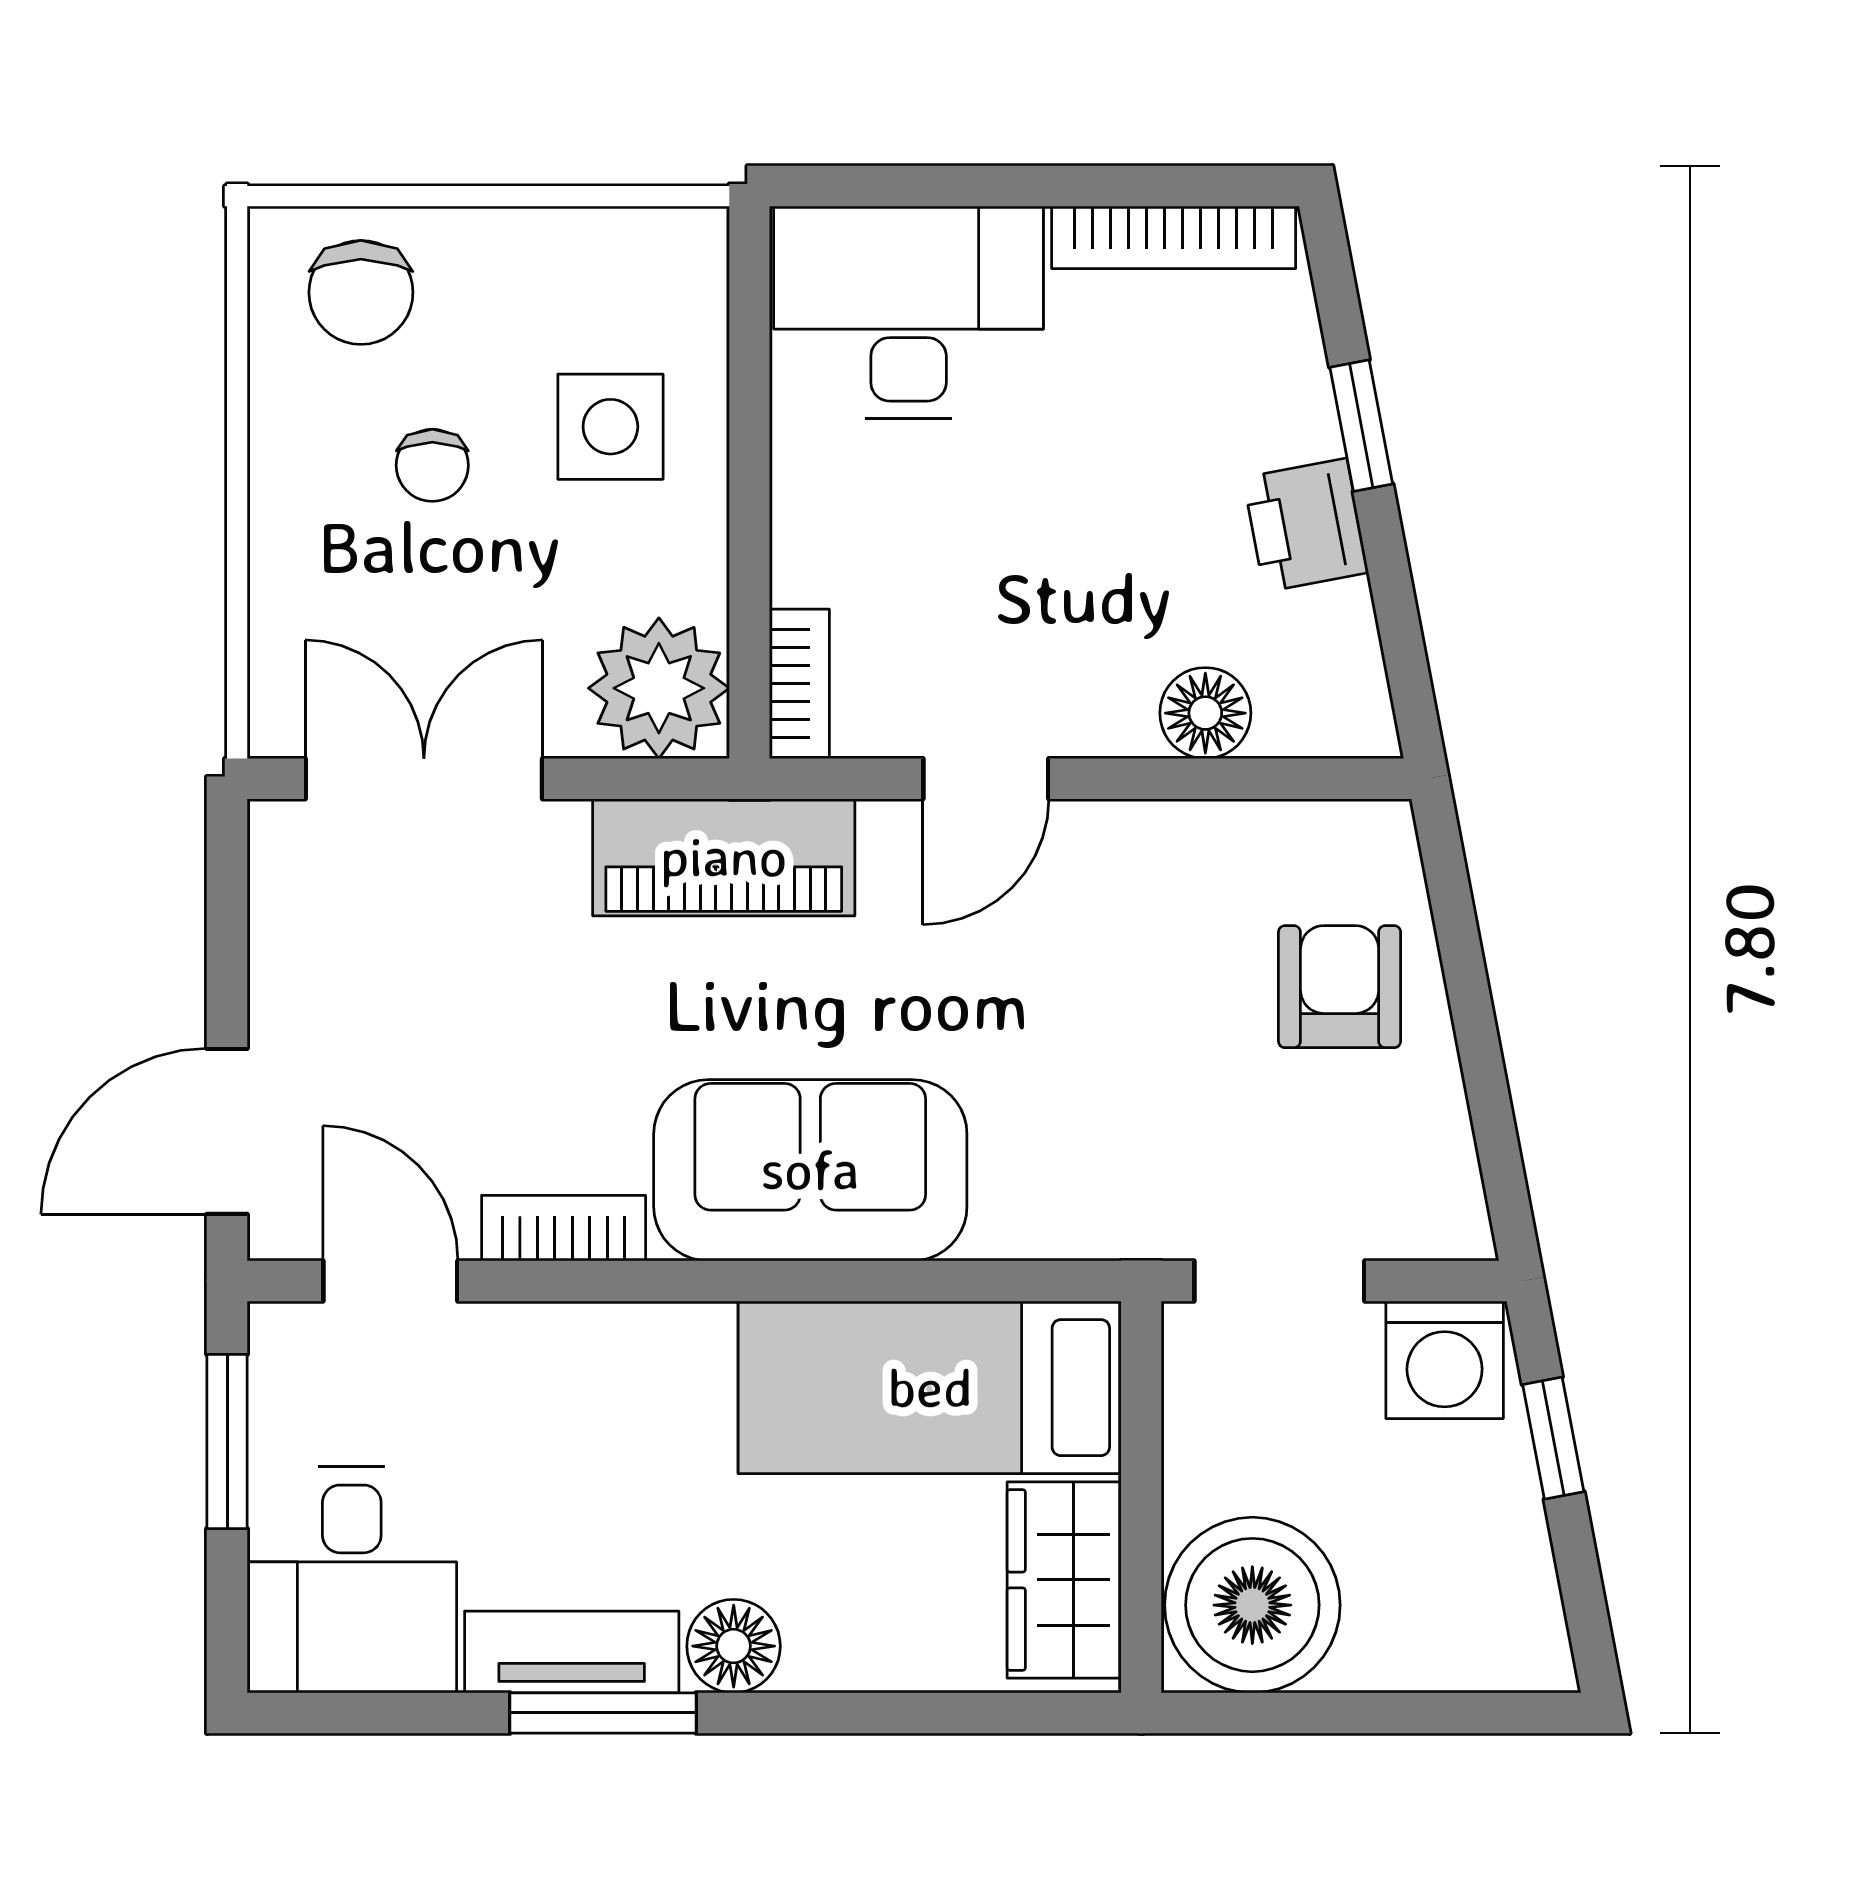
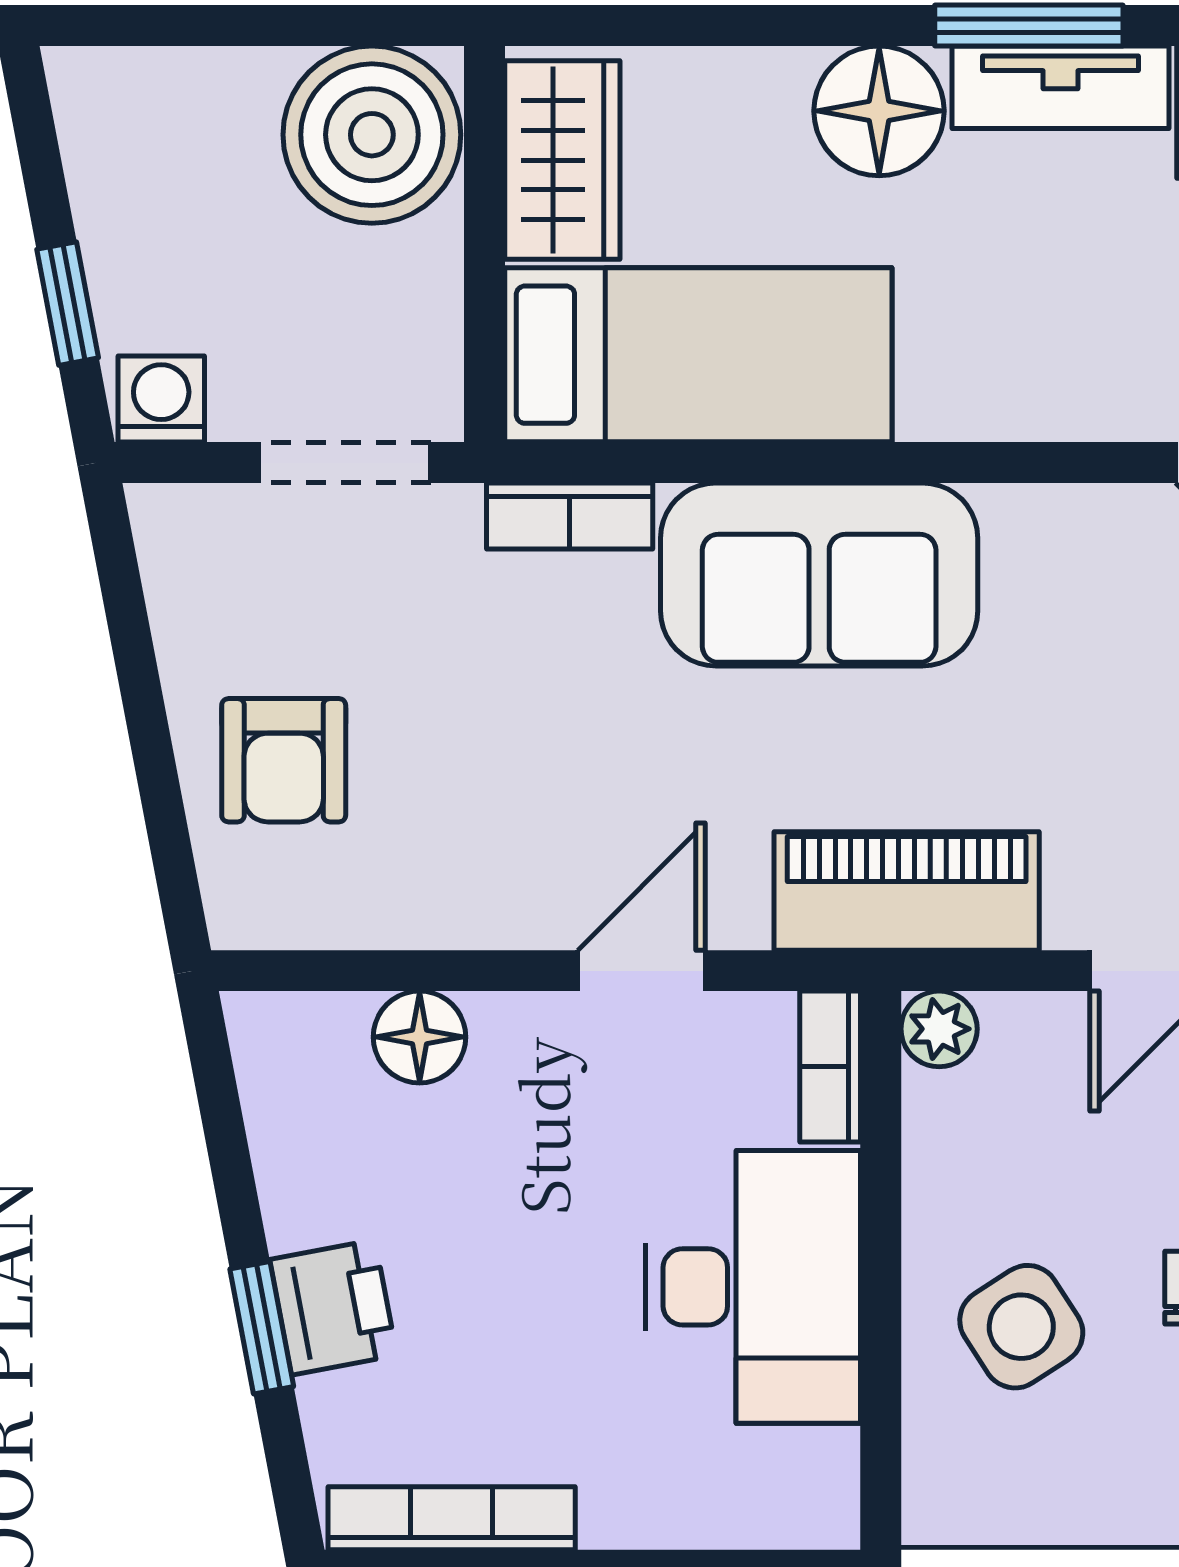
desk: (909, 312) -> (753, 1287), moved, turned -90
side table: (610, 427) -> (1021, 1327), turned -33
printer: (1306, 525) -> (333, 1307), moved
plant: (659, 688) -> (939, 1029), width x0.53, depth x0.53
bookcase: (564, 1228) -> (570, 516), moved
washing machine: (1445, 1360) -> (161, 399), width x0.73, depth x0.73
floor lamp: (734, 1646) -> (879, 111), width x1.38, depth x1.38

